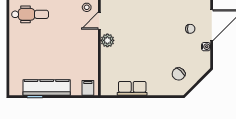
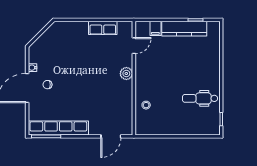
door: (99, 21) -> (134, 46), moved
chair: (179, 74) -> (59, 42), removed
filing cabinet: (88, 88) -> (155, 28), moved

